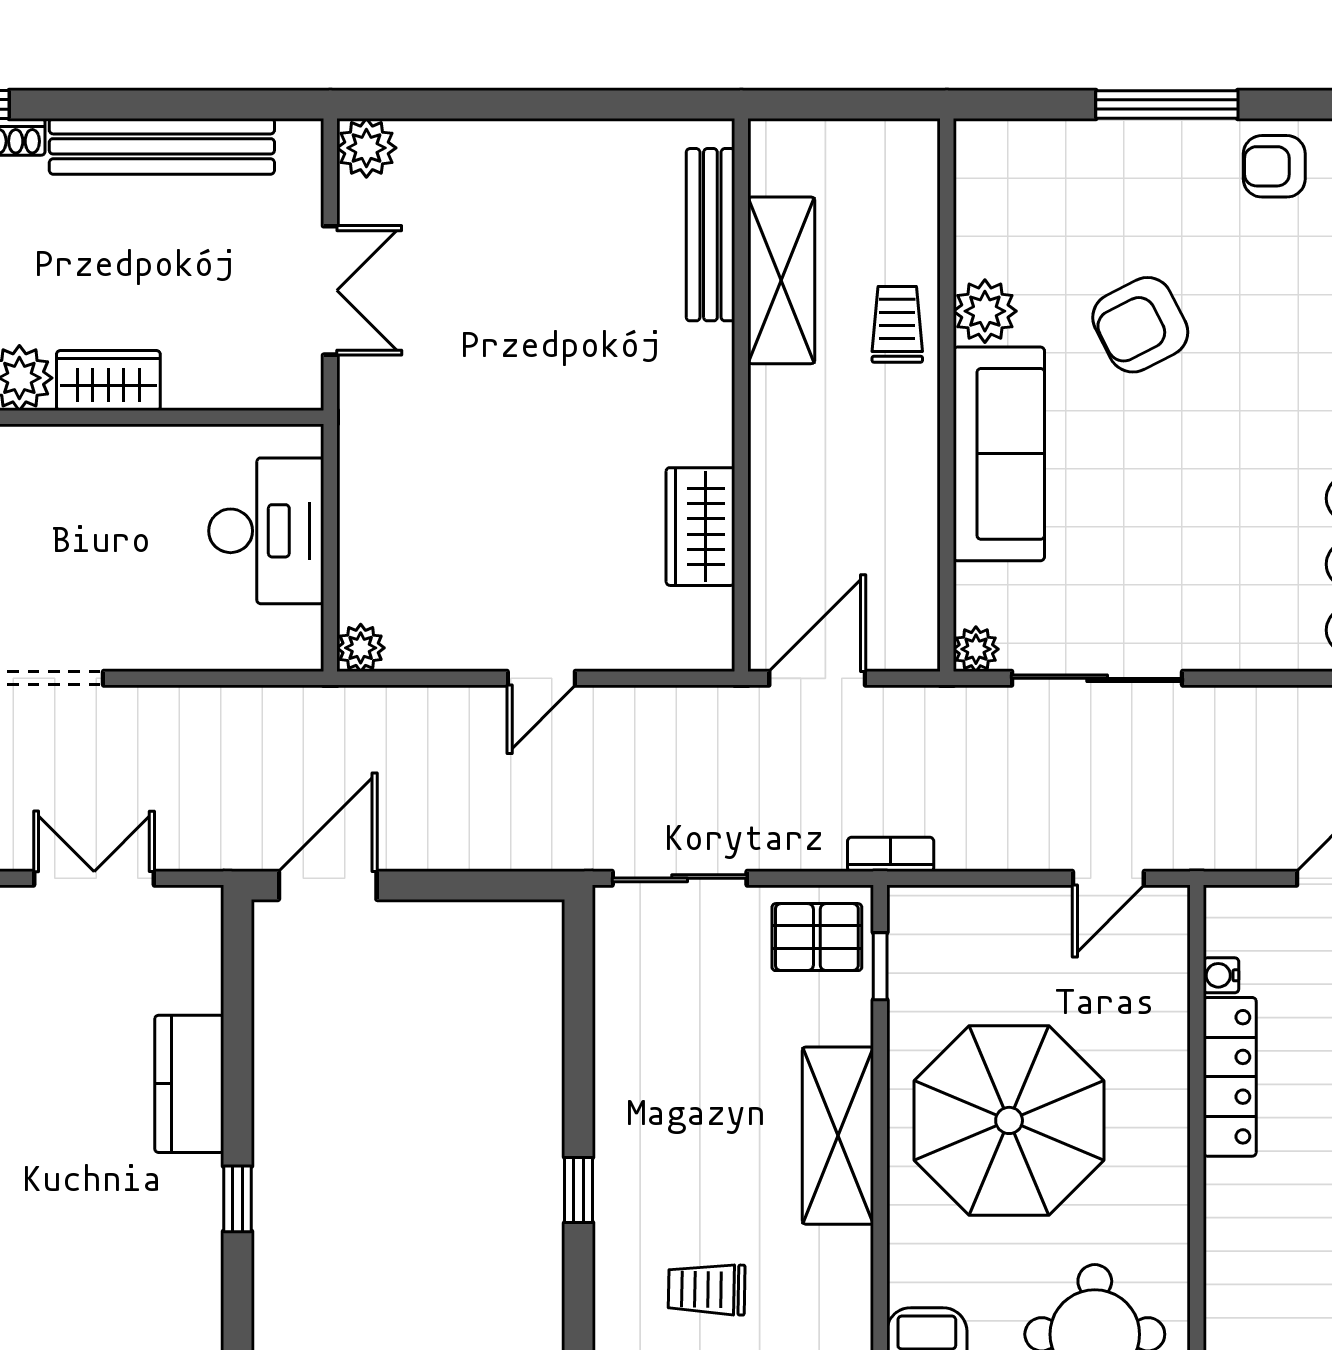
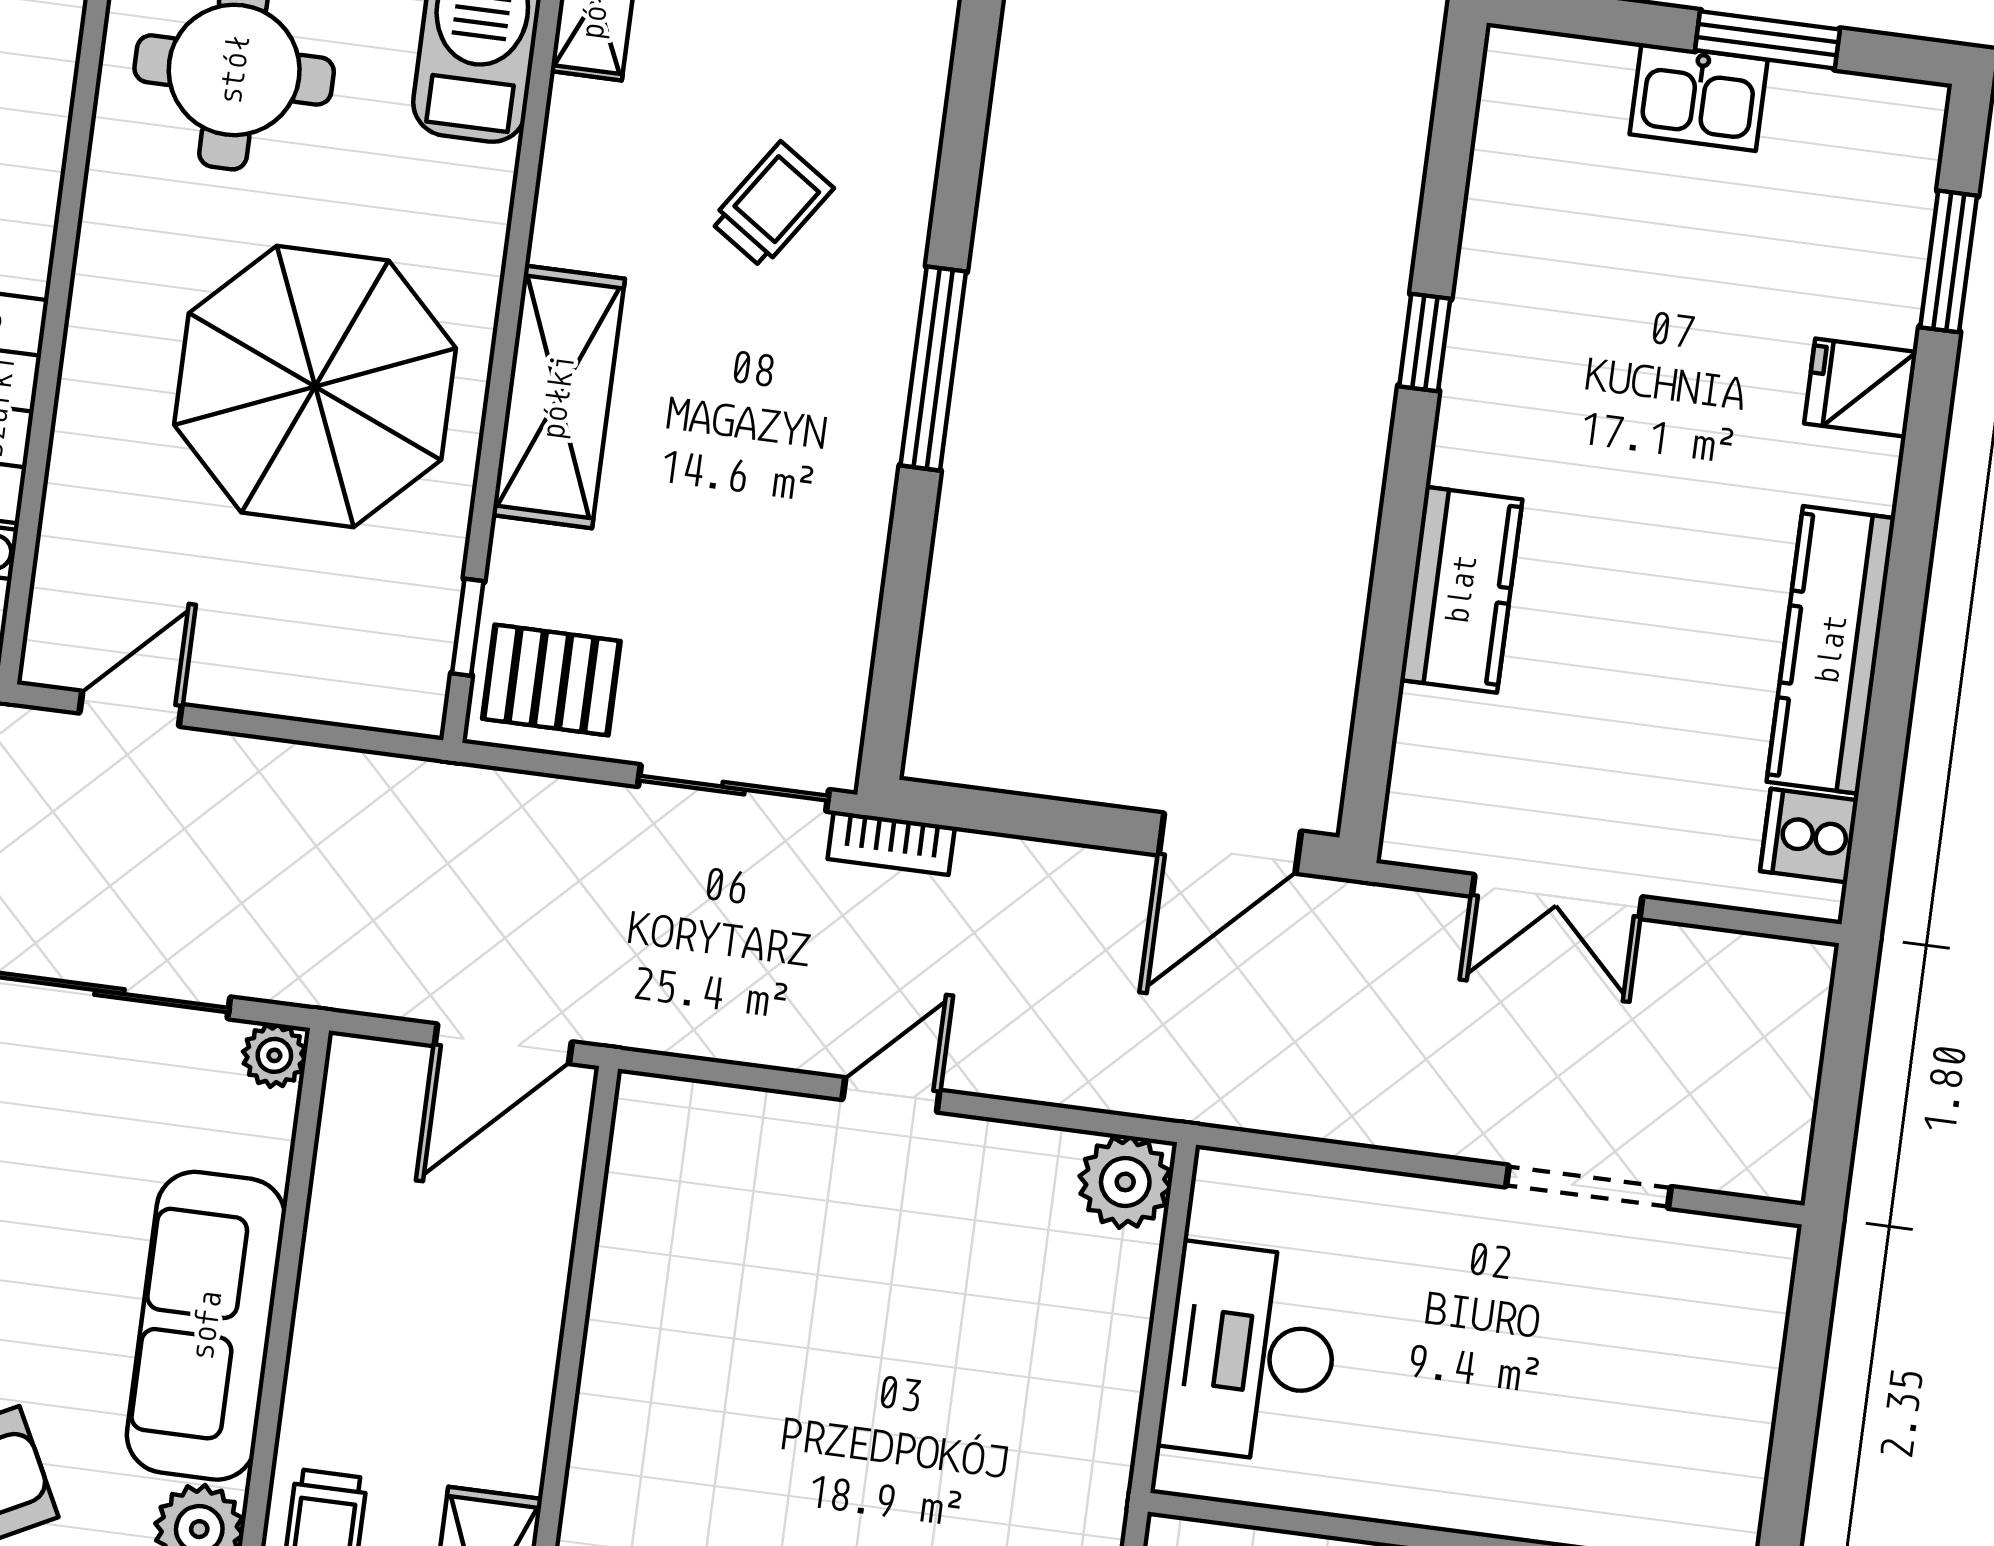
wardrobe: (700, 527) -> (639, 1279), removed
plant: (361, 648) -> (1125, 1182), width x1.38, depth x1.38
bookcase: (891, 854) -> (891, 843), moved
window: (579, 1190) -> (933, 368), width x2.17
window: (238, 1199) -> (1425, 343), moved
trolley: (707, 1289) -> (772, 205), turned -57

